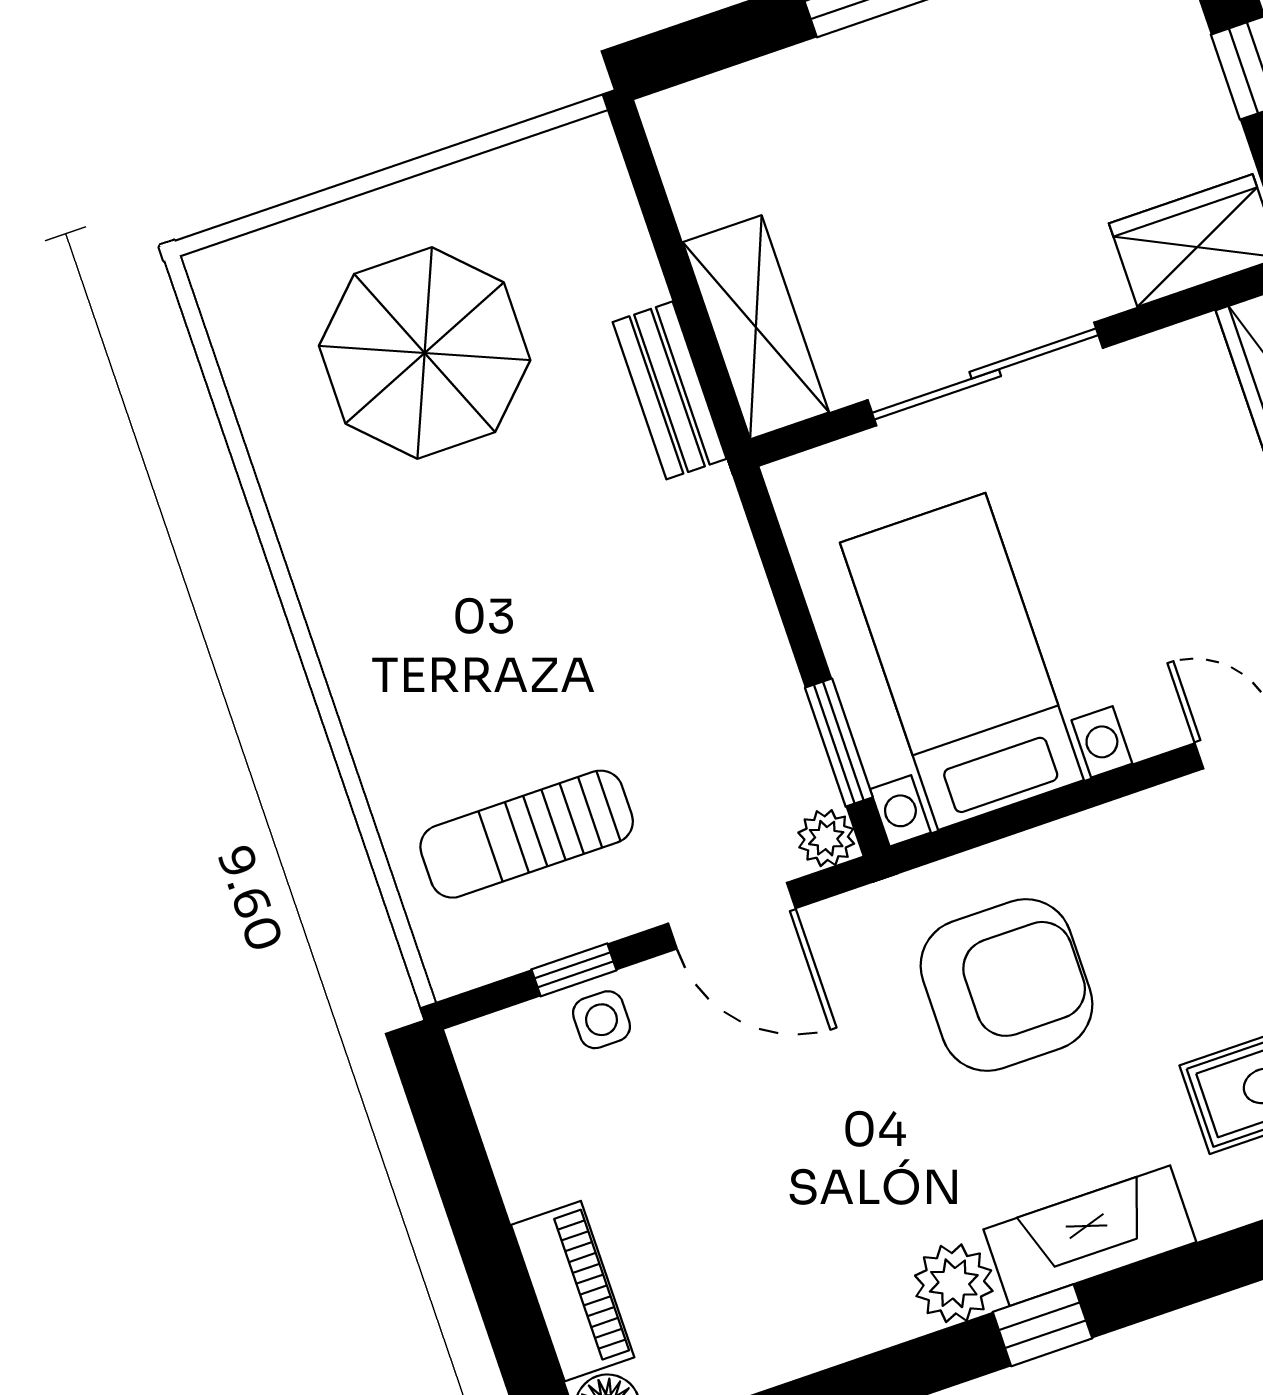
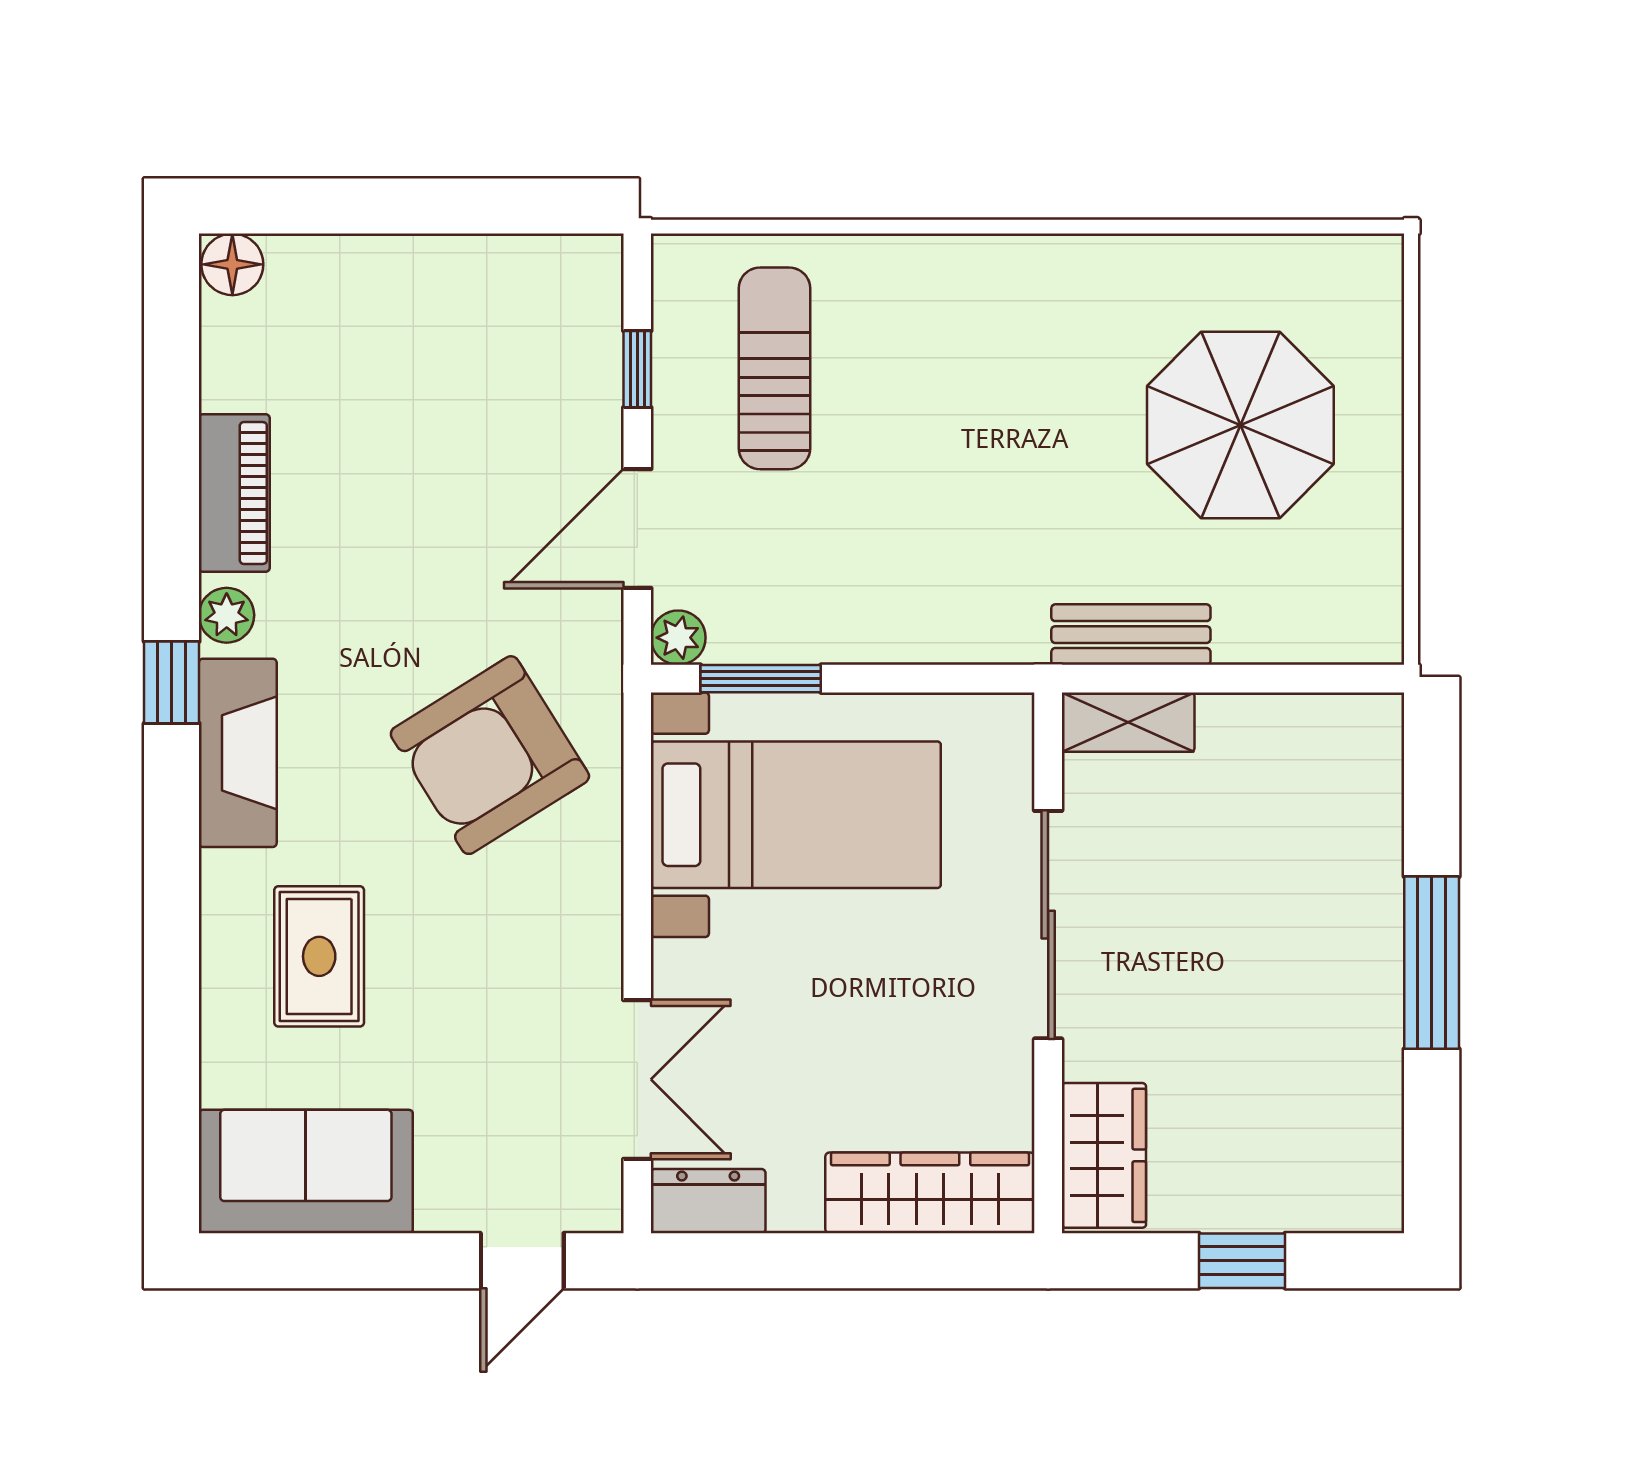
shelving: (756, 327) -> (1128, 722), width x0.67, depth x0.75
armchair: (1007, 985) -> (490, 755), turned 58
side table: (601, 1020) -> (584, 379), removed
plant: (954, 1283) -> (227, 615), width x0.73, depth x0.73
piano: (573, 1291) -> (234, 493), moved, turned -90

